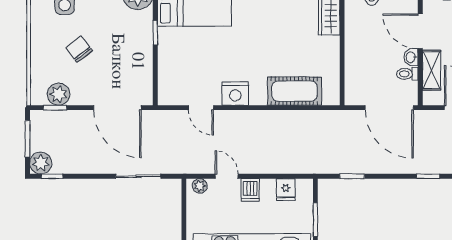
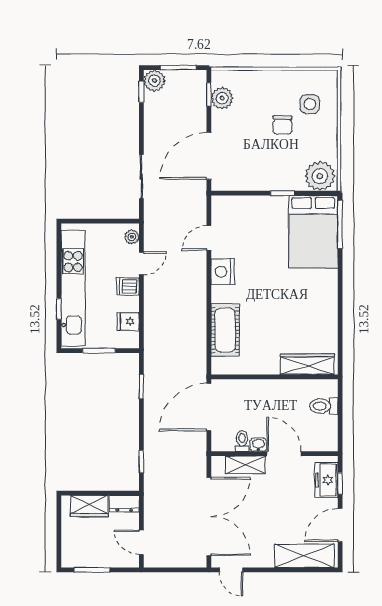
door: (420, 31) -> (284, 454), hinge flipped
chair: (79, 49) -> (282, 125), moved, turned 127
door: (389, 108) -> (209, 407), moved

